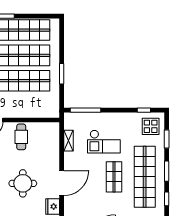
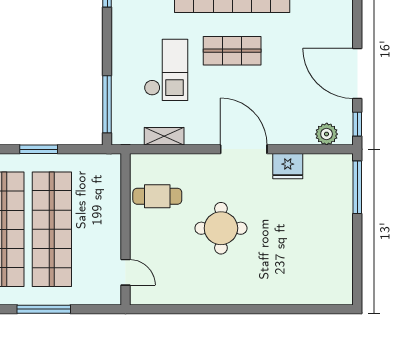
cafe table: (21, 137) -> (157, 196), moved
round table: (23, 183) -> (221, 228), moved

